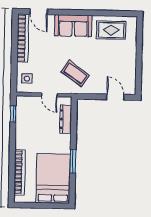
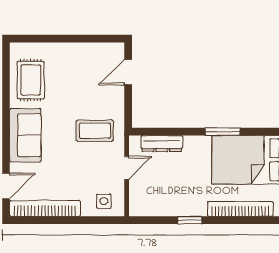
coffee table: (75, 73) -> (95, 131), turned 55
window: (13, 114) -> (190, 220), moved

